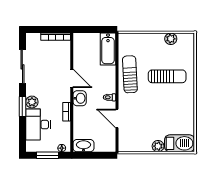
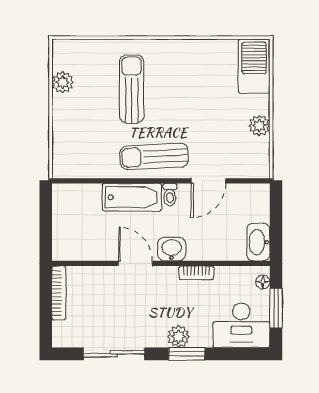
bathtub: (108, 49) -> (132, 197), moved
sun lounger: (130, 74) -> (154, 156), moved
door: (72, 78) -> (135, 263), hinge flipped
desk: (38, 125) -> (241, 325), moved
plant: (158, 146) -> (259, 125), moved

